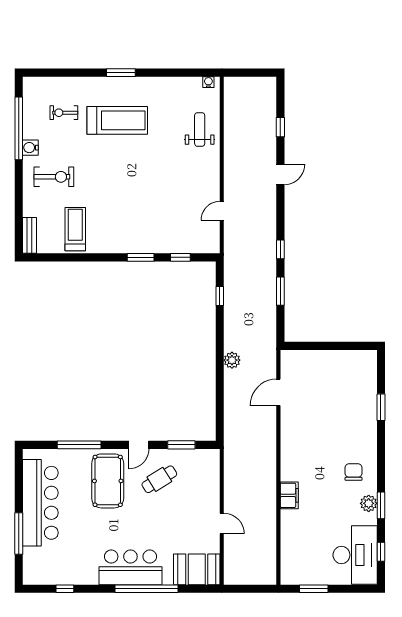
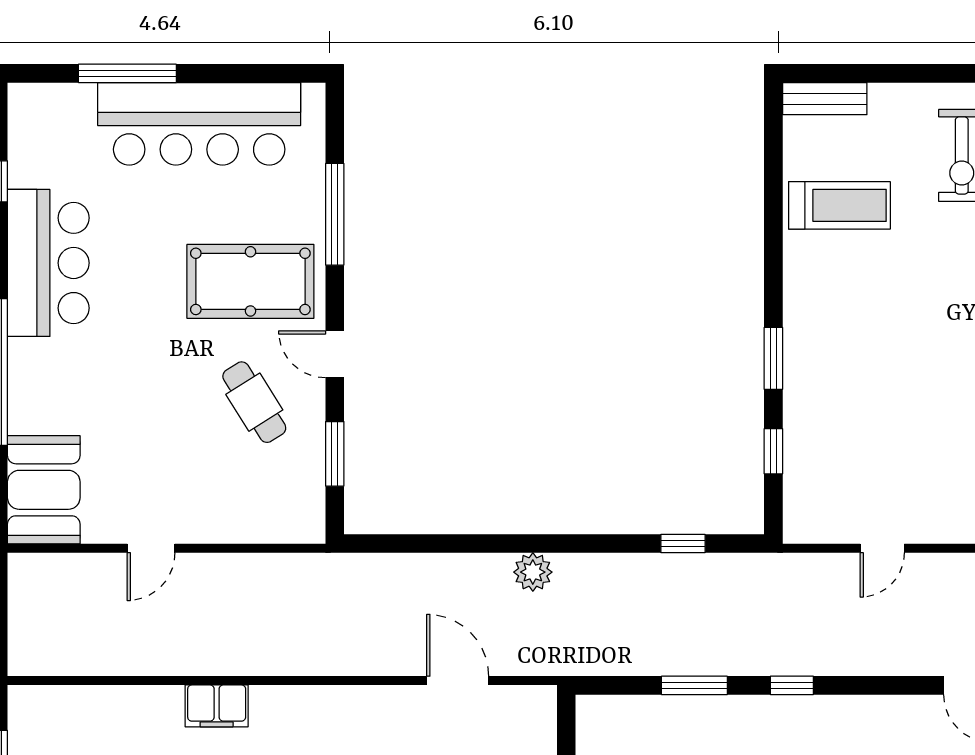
door: (222, 211) -> (882, 548), swing flipped
bar counter: (130, 567) -> (48, 263), moved

